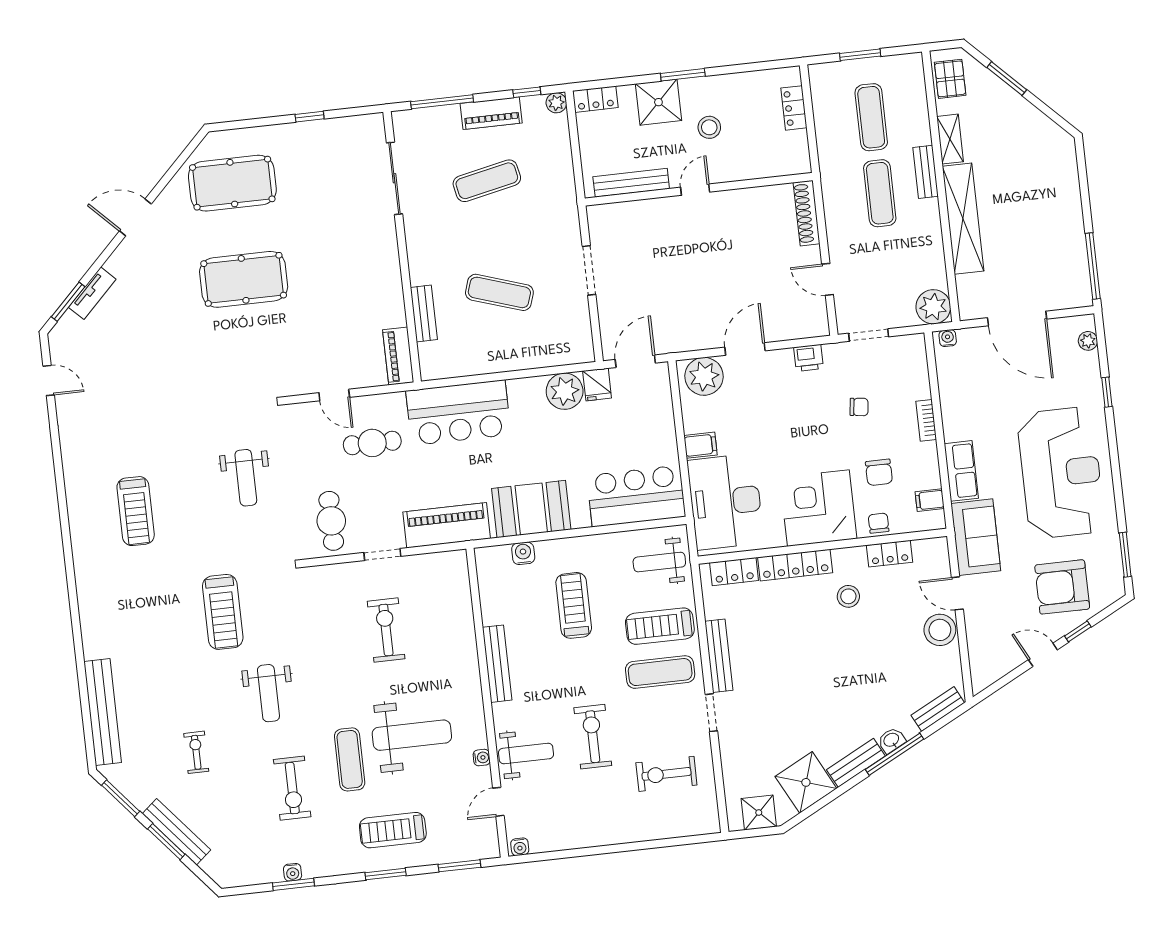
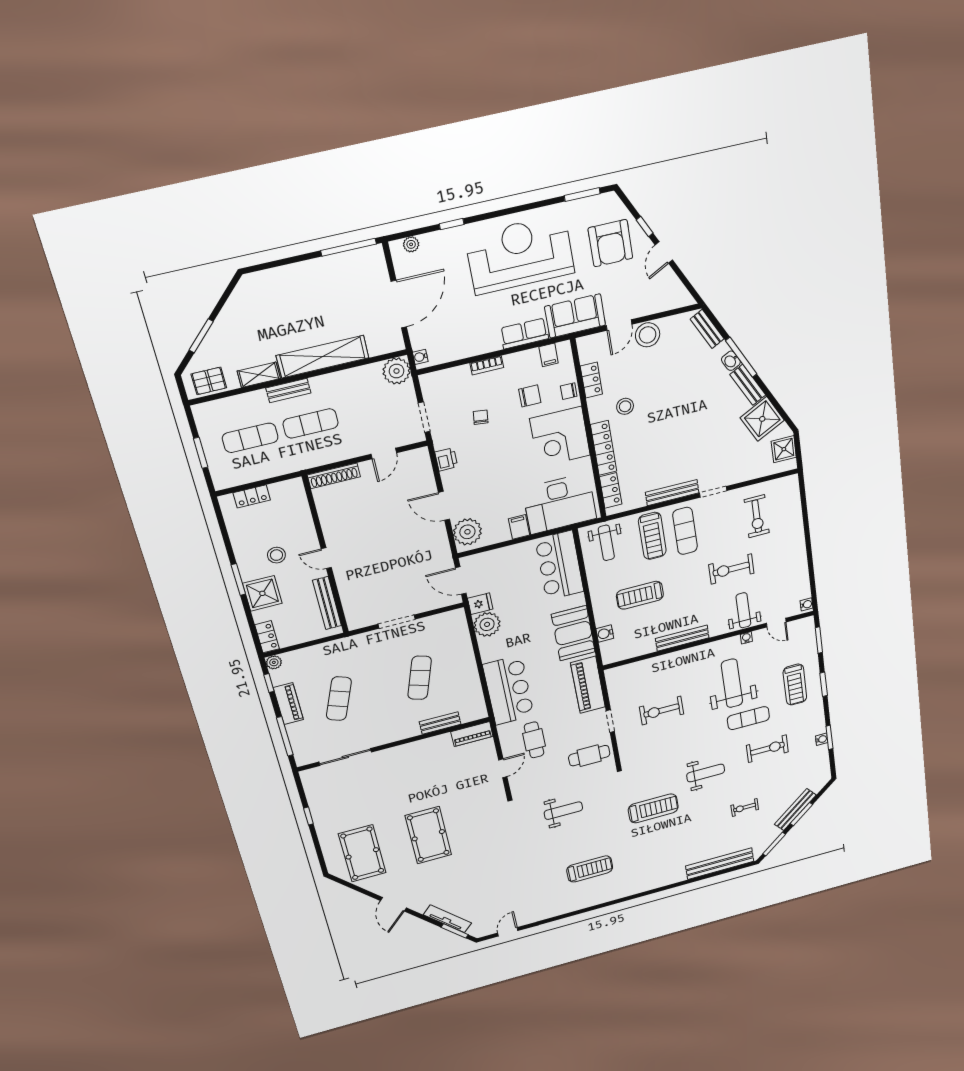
exercise mat: (487, 181) -> (339, 699), turned 33
tv unit: (92, 293) -> (447, 919), width x1.41

